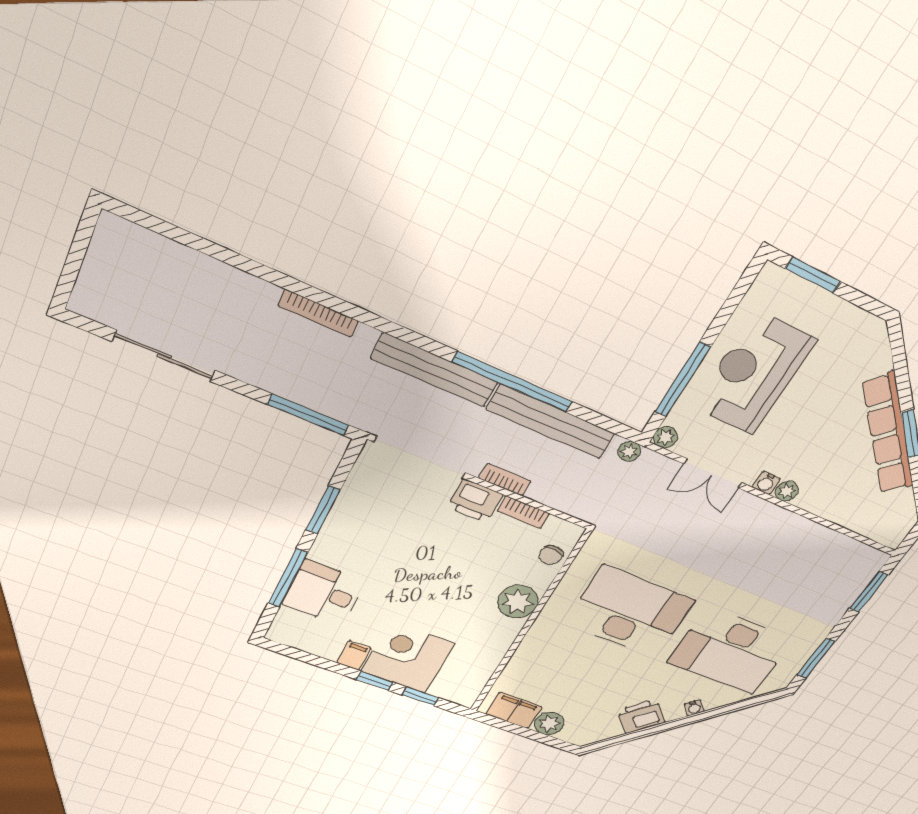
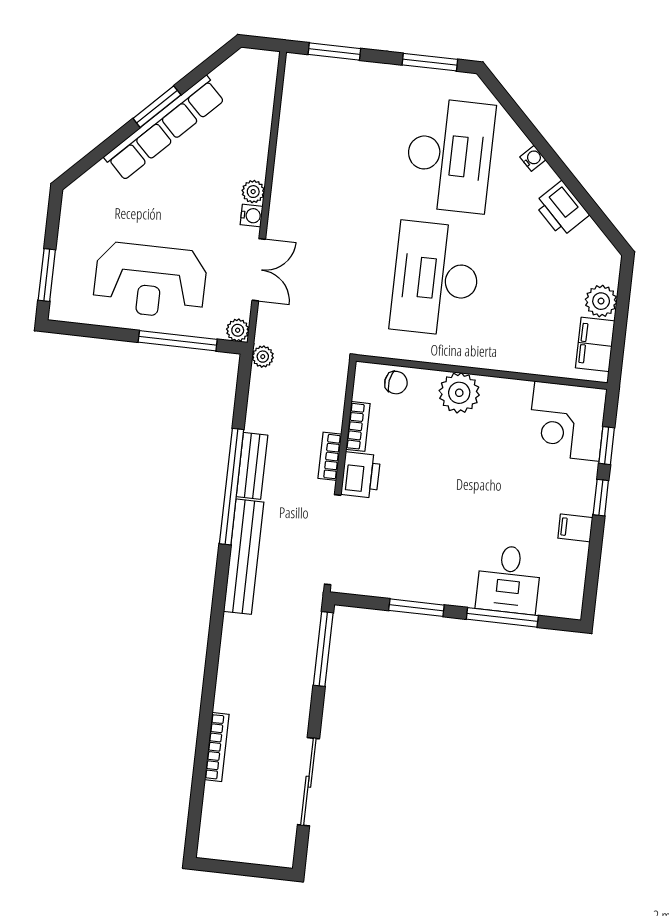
bookcase: (318, 313) -> (217, 747), moved
bench: (551, 422) -> (252, 466), width x0.54, depth x0.82
corner desk: (408, 657) -> (567, 421), moved

